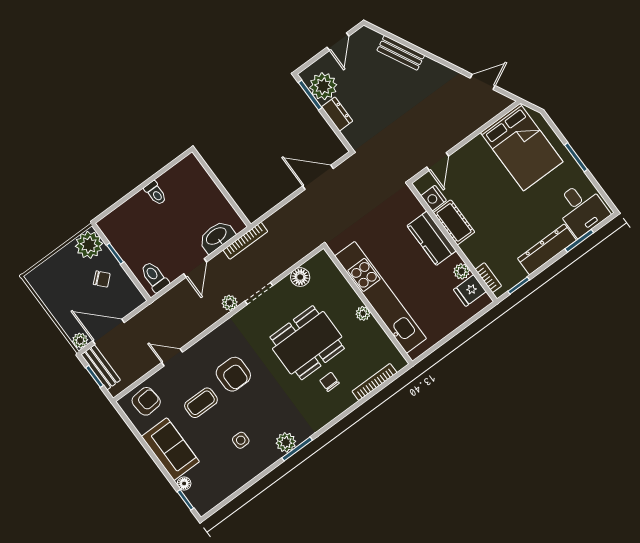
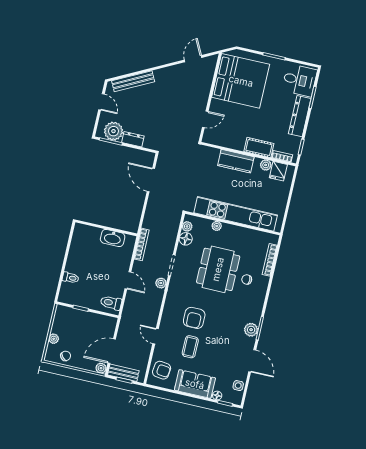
bench: (401, 53) -> (133, 81), width x1.36
bed: (522, 147) -> (241, 81), width x1.36
door: (438, 162) -> (205, 119), hinge flipped
door: (318, 177) -> (151, 180), hinge flipped
toilet: (155, 193) -> (71, 278), moved
nightstand: (434, 198) -> (219, 140), removed
cot: (454, 222) -> (259, 147), moved
washbasin: (217, 237) -> (113, 238), moved, turned -90
plant: (89, 245) -> (54, 339), moved, width x0.53, depth x0.53
plant: (314, 265) -> (187, 226), added
chair: (102, 279) -> (66, 356), moved
plant: (363, 313) -> (217, 226), moved
door: (172, 357) -> (155, 336), hinge flipped
armchair: (233, 374) -> (194, 318), turned 90
armchair: (146, 401) -> (162, 370), turned 102
side table: (241, 440) -> (238, 386), moved
door: (257, 478) -> (252, 361), added

